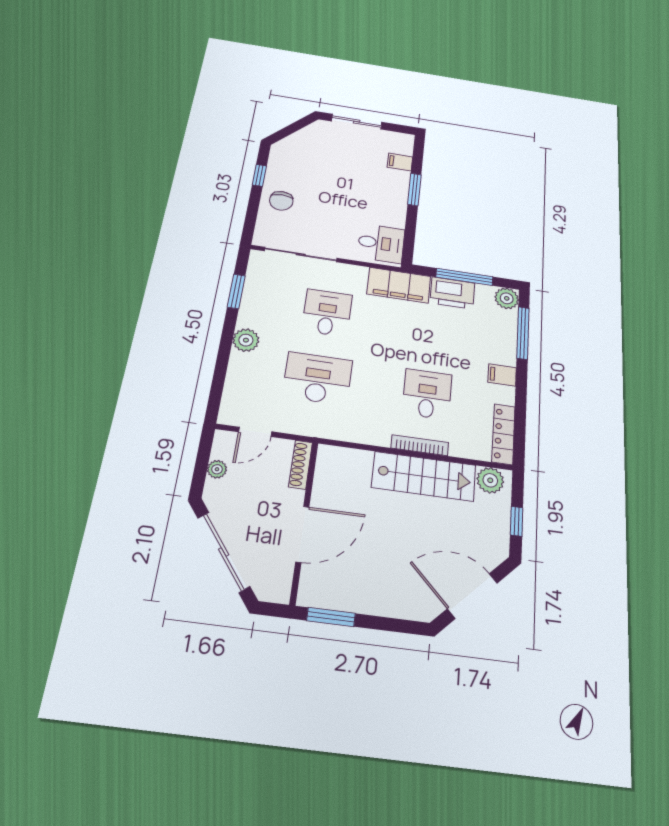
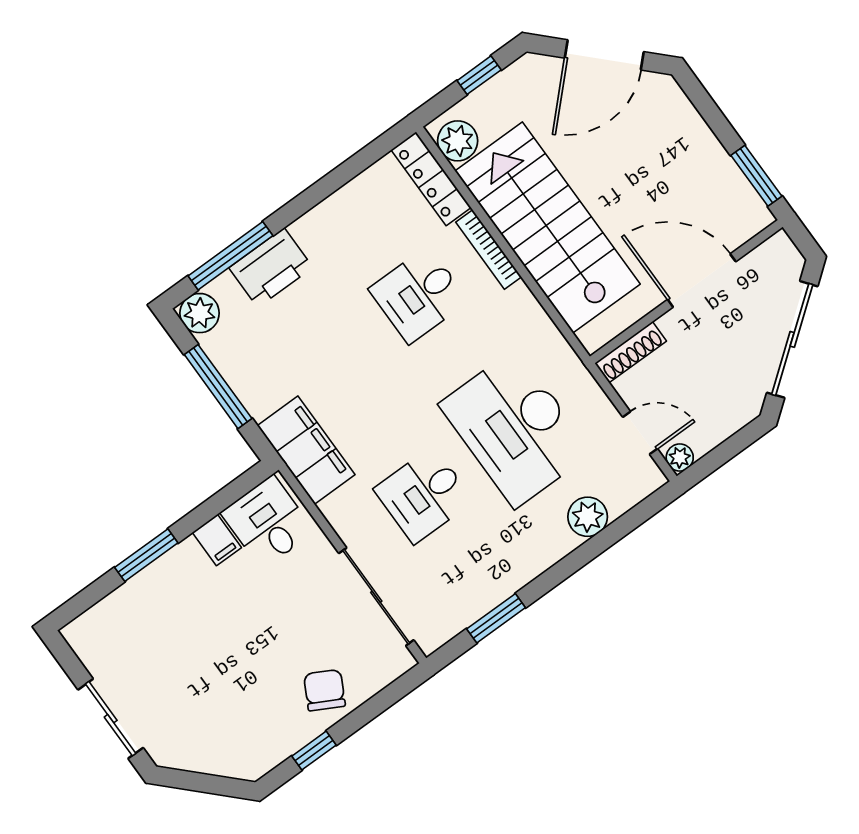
filing cabinet: (400, 162) -> (217, 540), moved
chair: (281, 201) -> (324, 690), turned -62
printer: (452, 293) -> (271, 268), moved, turned 90
plant: (246, 340) -> (588, 517), moved
filing cabinet: (502, 375) -> (312, 234), removed
desk: (317, 378) -> (515, 428), width x1.36, depth x1.30
locker: (503, 434) -> (431, 179), moved, turned 90
plant: (217, 469) -> (680, 457), moved
stairs: (424, 476) -> (548, 228), width x1.36, depth x1.51
door: (473, 596) -> (604, 55), hinge flipped

